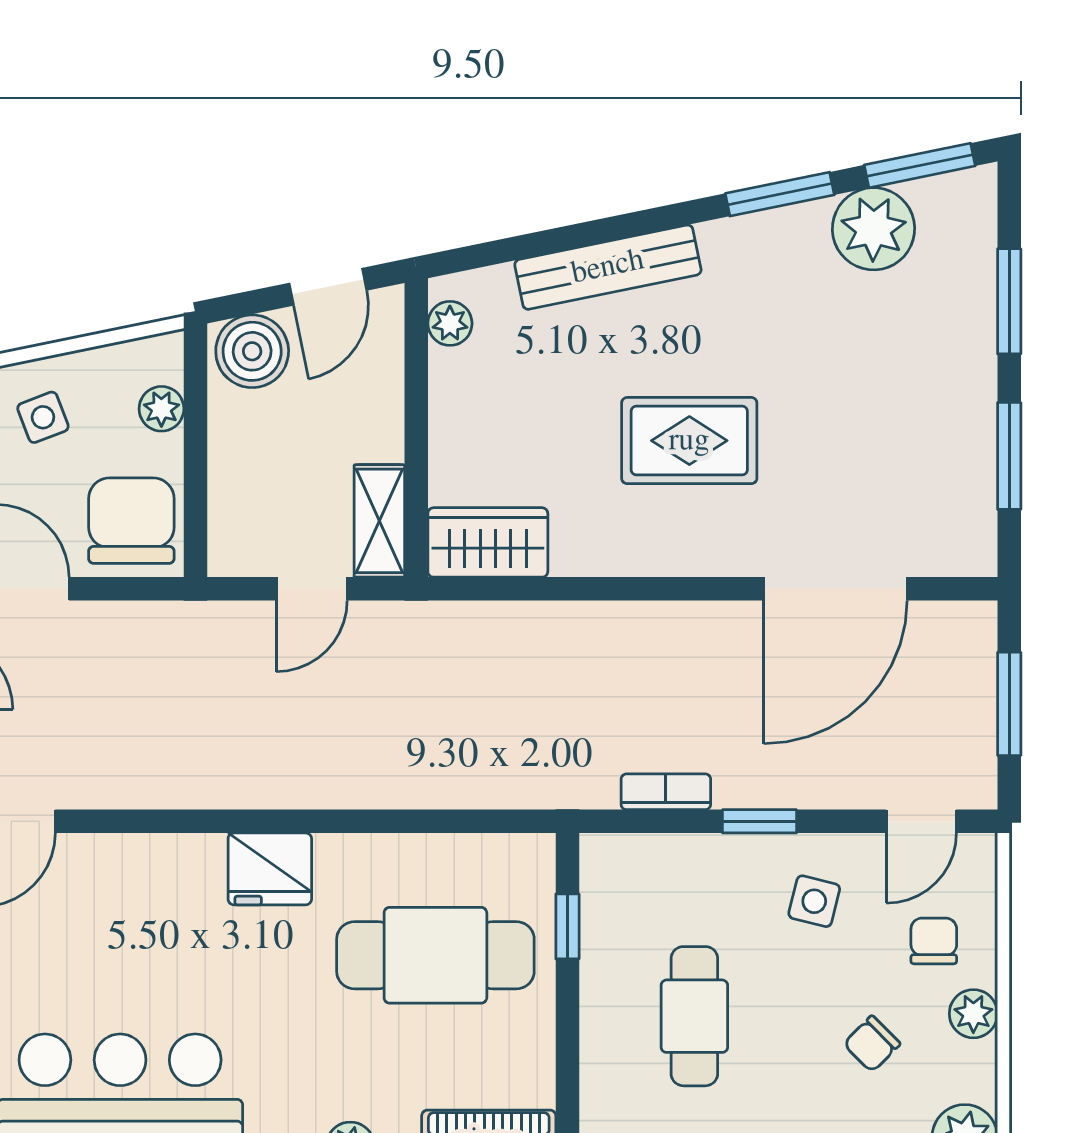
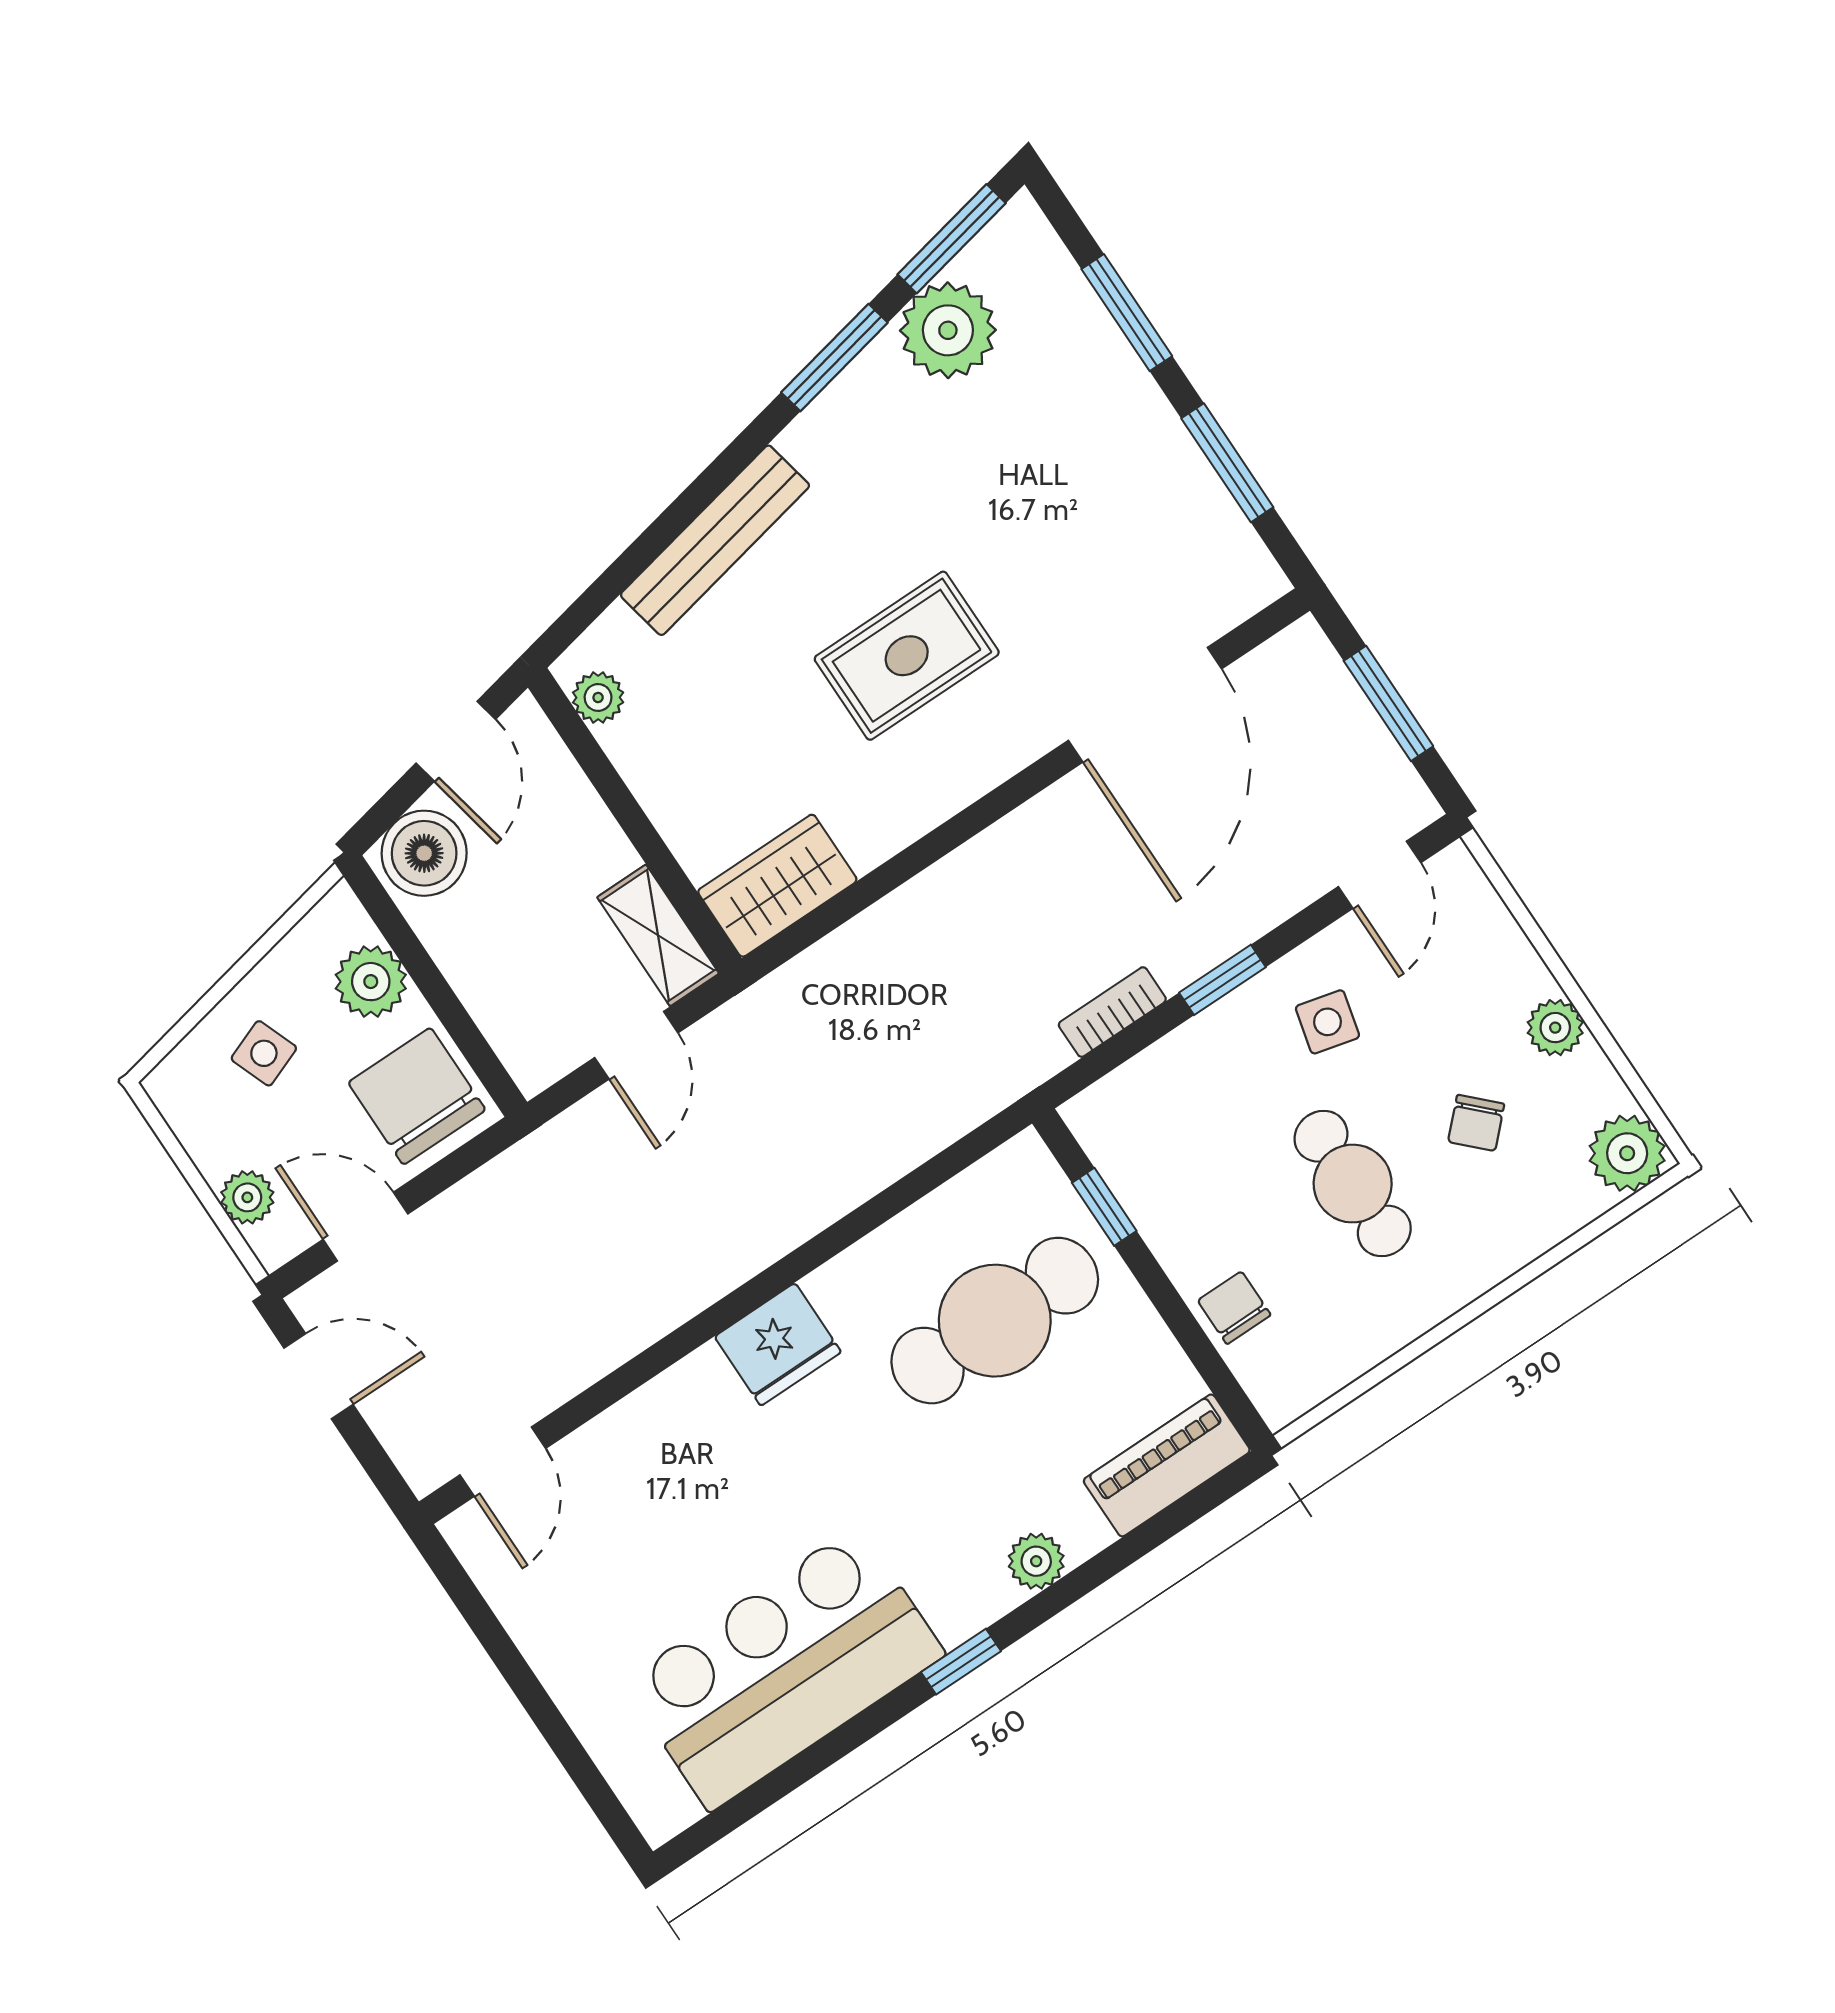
plant: (161, 409) -> (371, 982), width x1.38, depth x1.38
chair: (934, 941) -> (1234, 1308), moved
cafe table: (694, 1016) -> (1353, 1184), moved

